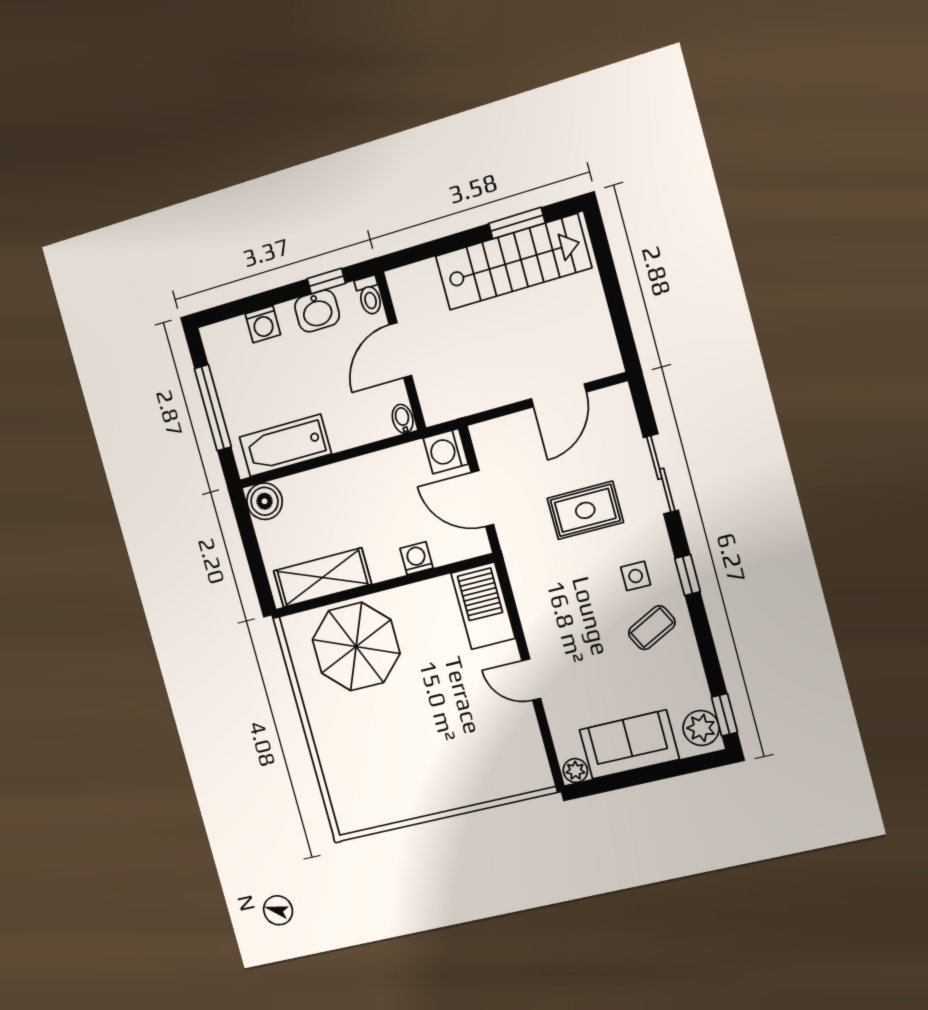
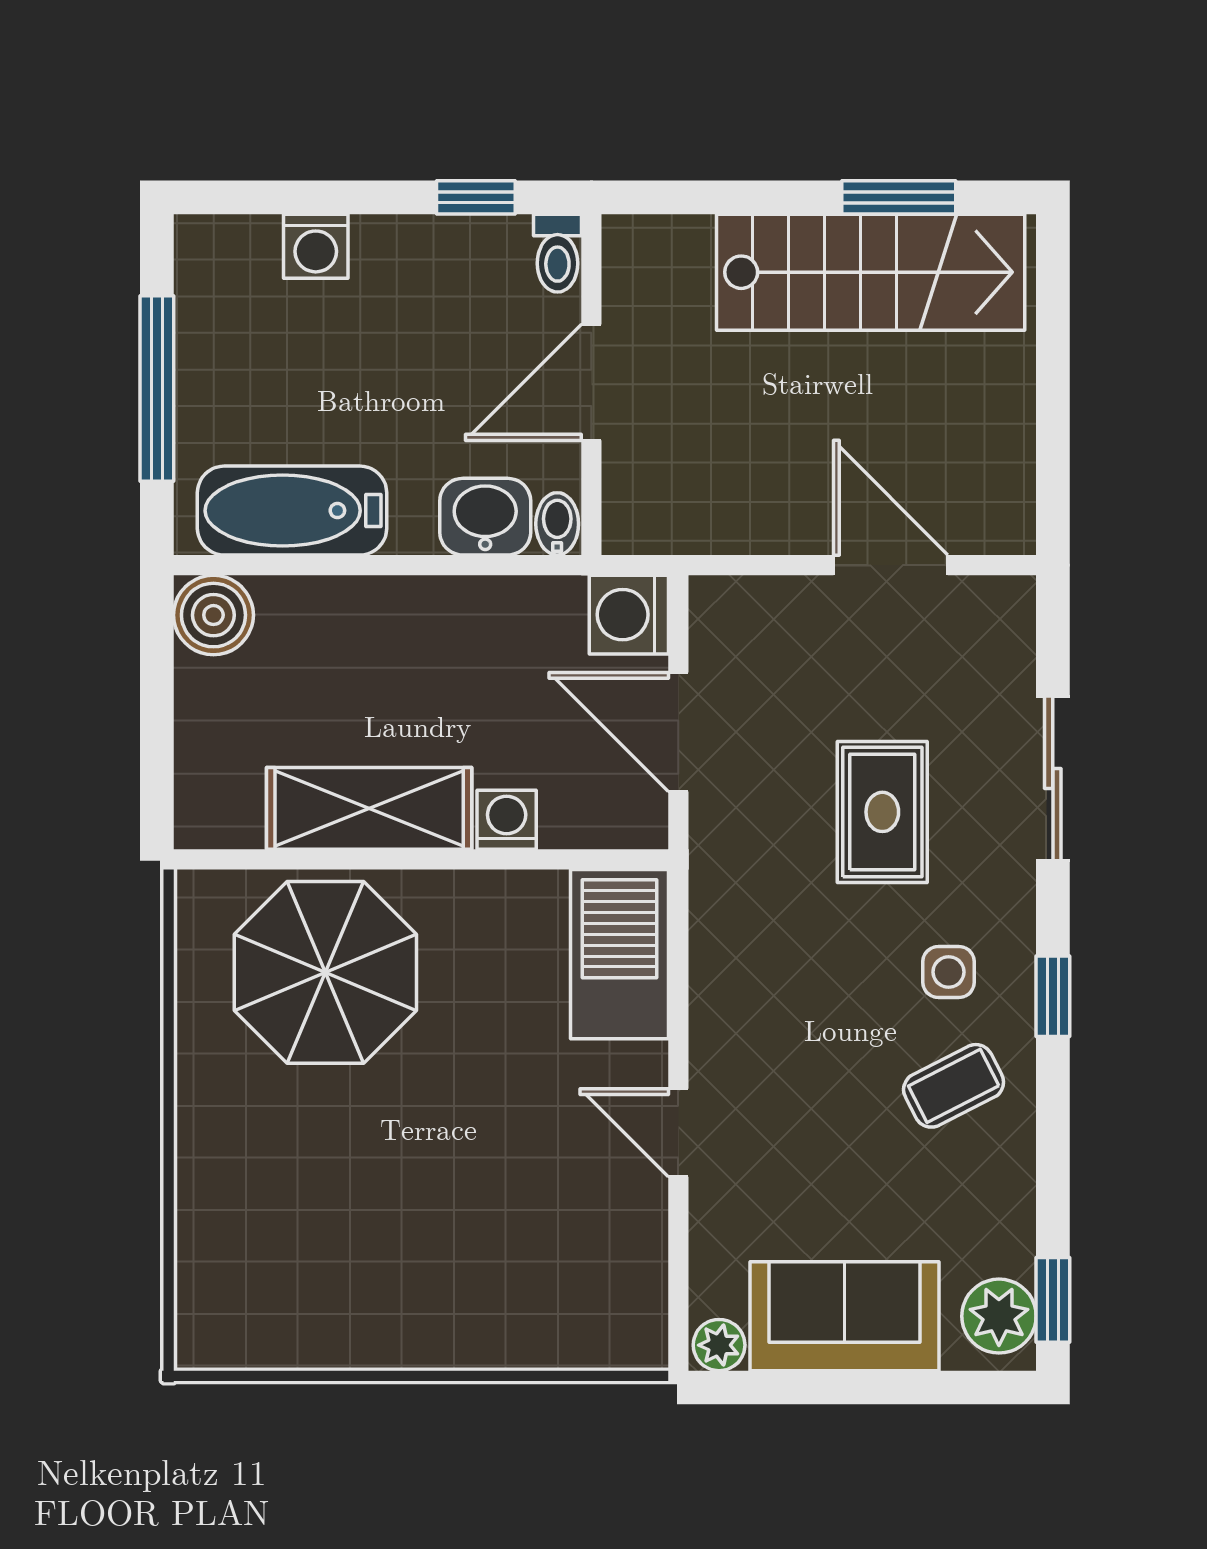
washbasin: (317, 311) -> (485, 517), moved, turned 180
door: (559, 395) -> (891, 565), swing flipped
rug: (585, 510) -> (882, 812), turned 90
shelving: (322, 578) -> (369, 808), moved

